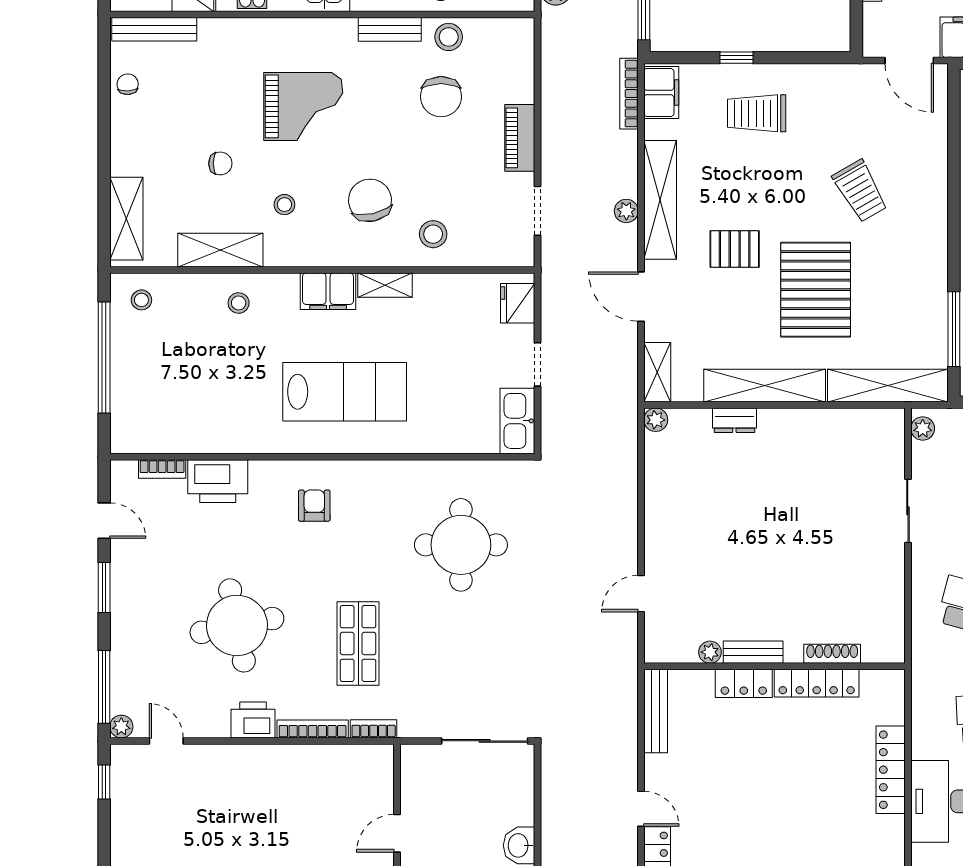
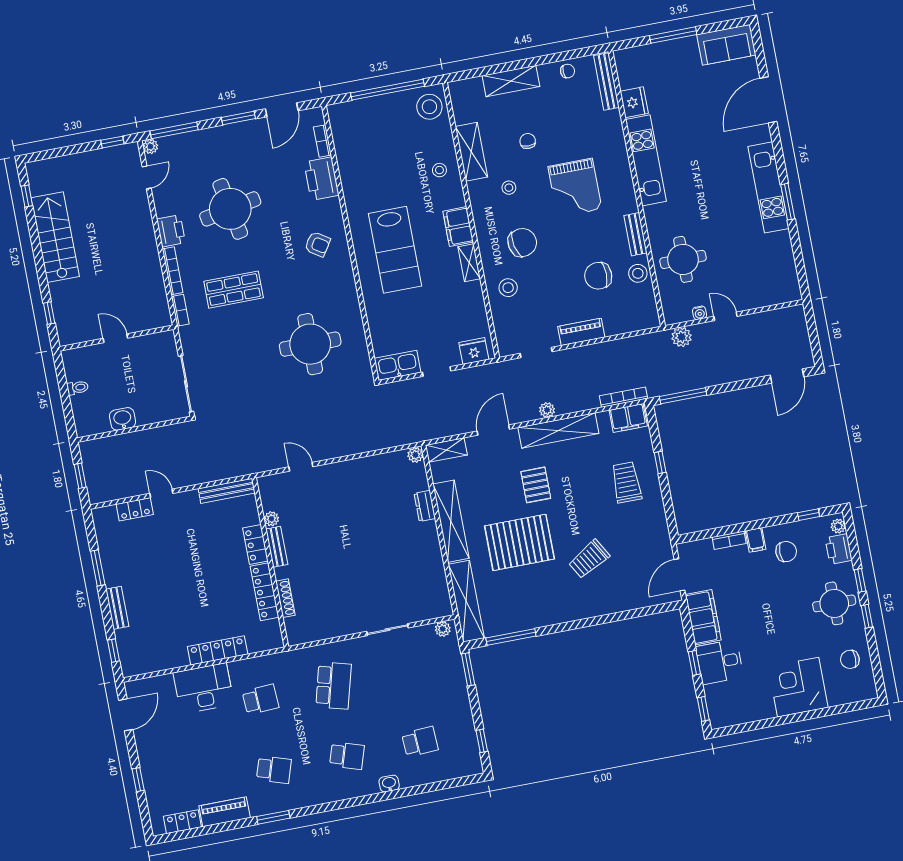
chair: (220, 163) -> (528, 141), turned 180
shelving: (126, 219) -> (511, 81), moved
stool: (141, 300) -> (429, 107), width x1.89, depth x1.89
armchair: (314, 506) -> (317, 244), turned 33
door: (104, 521) -> (282, 110), width x1.38
door: (641, 809) -> (161, 493), swing flipped

